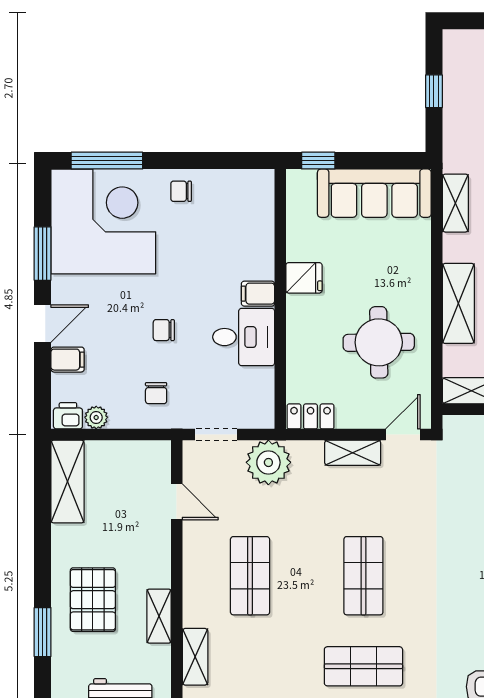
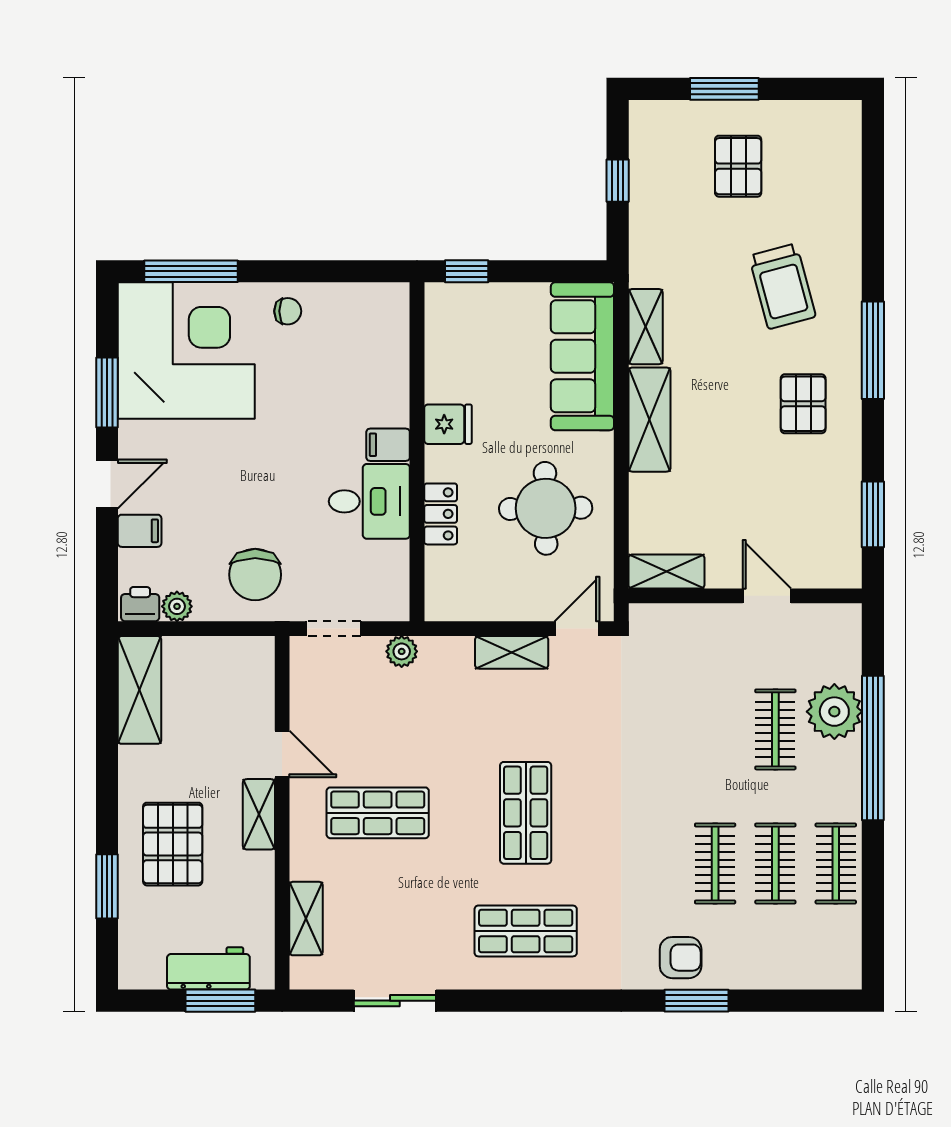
chair: (181, 191) -> (288, 311), turned 180
sofa: (374, 193) -> (582, 356), moved, turned 90
shelving: (458, 303) -> (649, 420), moved
chair: (164, 330) -> (265, 492), removed
chair: (156, 393) -> (255, 575), width x1.87, depth x1.87
locker: (311, 416) -> (441, 514), moved, turned 90
plant: (268, 462) -> (402, 651), width x0.53, depth x0.53
door: (177, 502) -> (282, 754), moved
shop shelf: (250, 576) -> (378, 813), turned 90
shelving: (159, 616) -> (259, 814), moved

